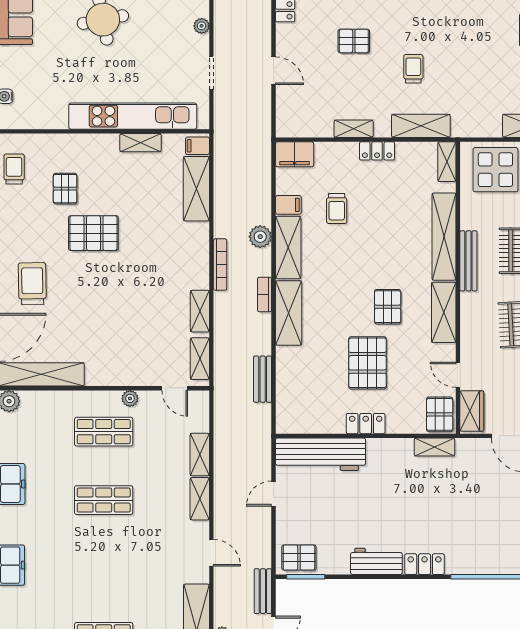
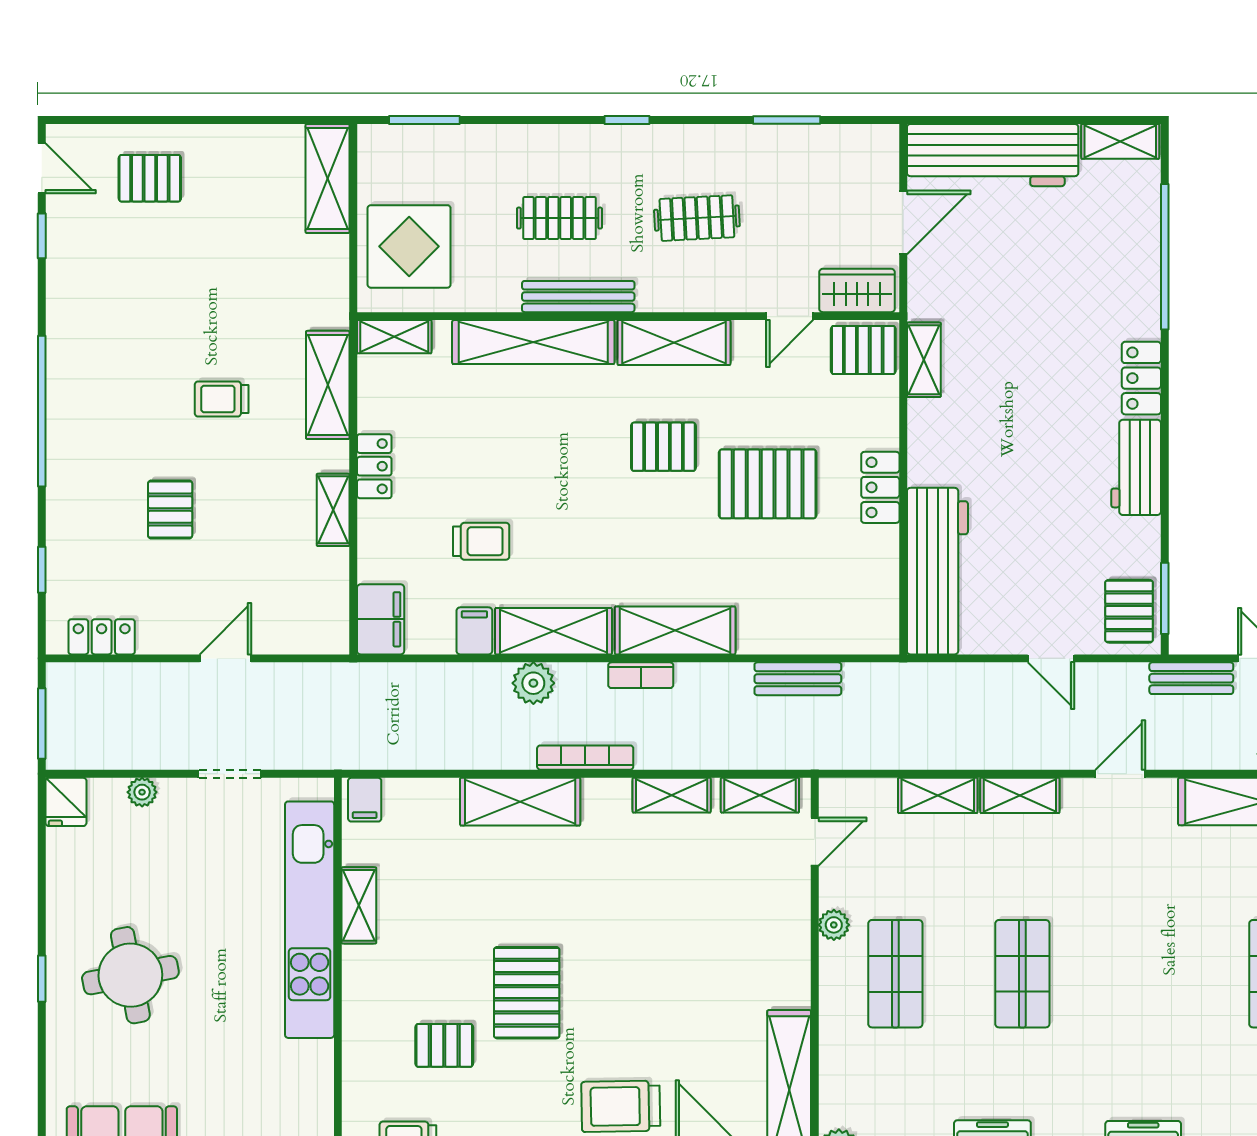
shelving: (196, 189) -> (520, 802), moved
door: (274, 494) -> (1051, 658), moved

